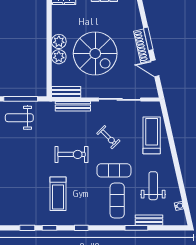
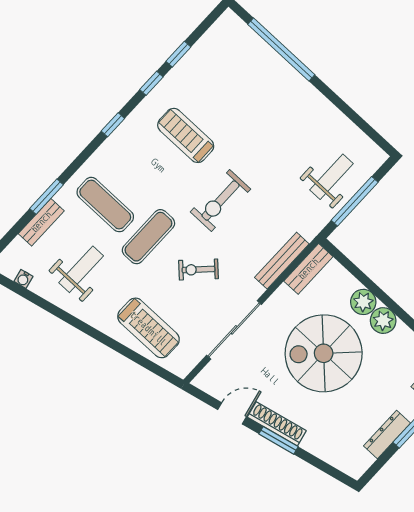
weight bench: (153, 186) -> (81, 269), turned -90

